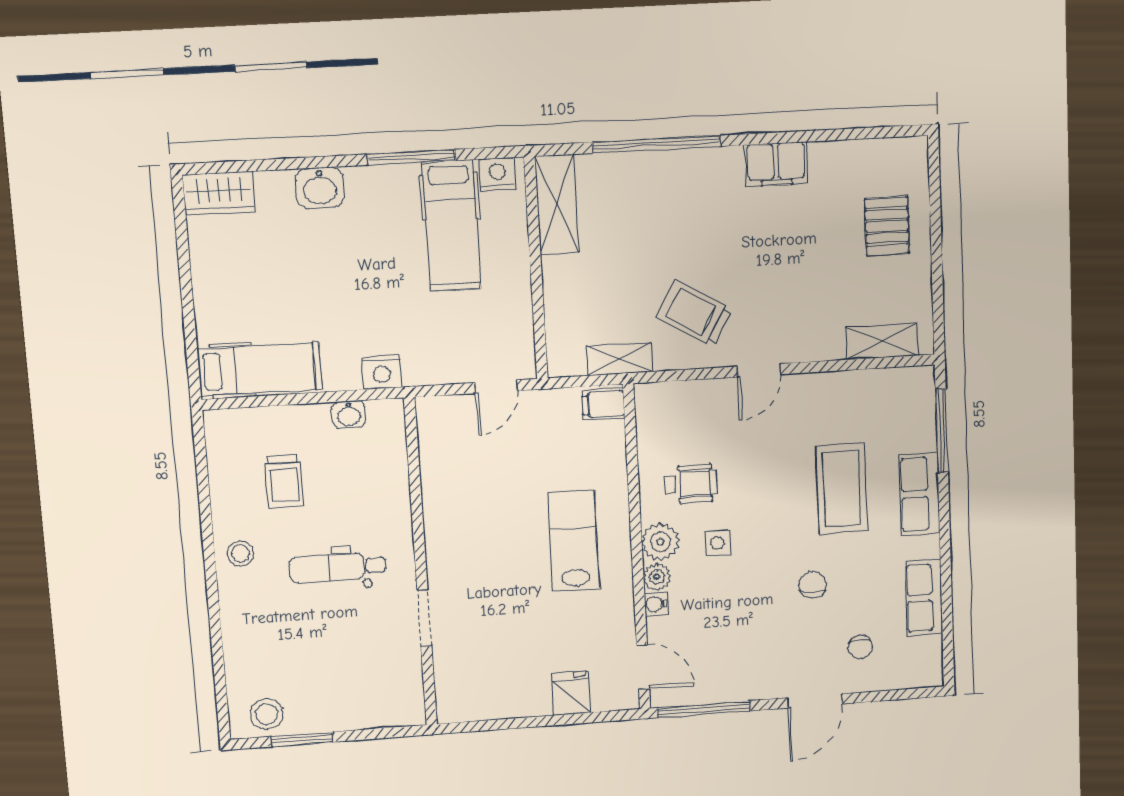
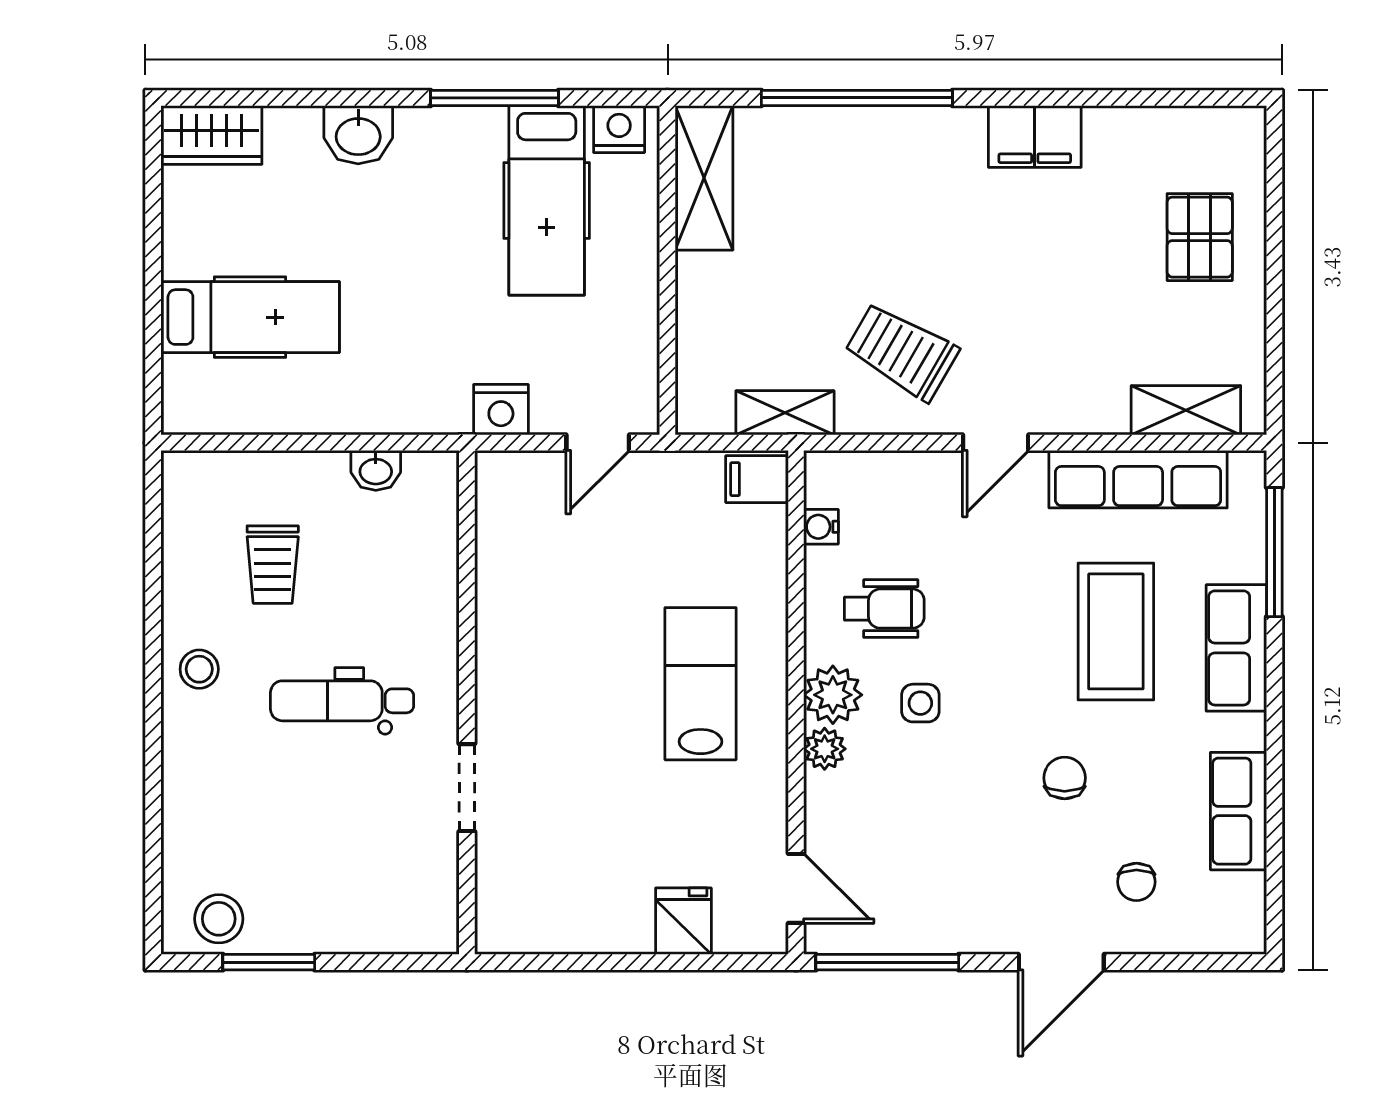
hospital bed: (260, 369) -> (250, 317), moved
nightstand: (382, 372) -> (501, 410), moved
row of seats: (852, 389) -> (1138, 479), added
water cooler: (656, 604) -> (821, 527), moved

